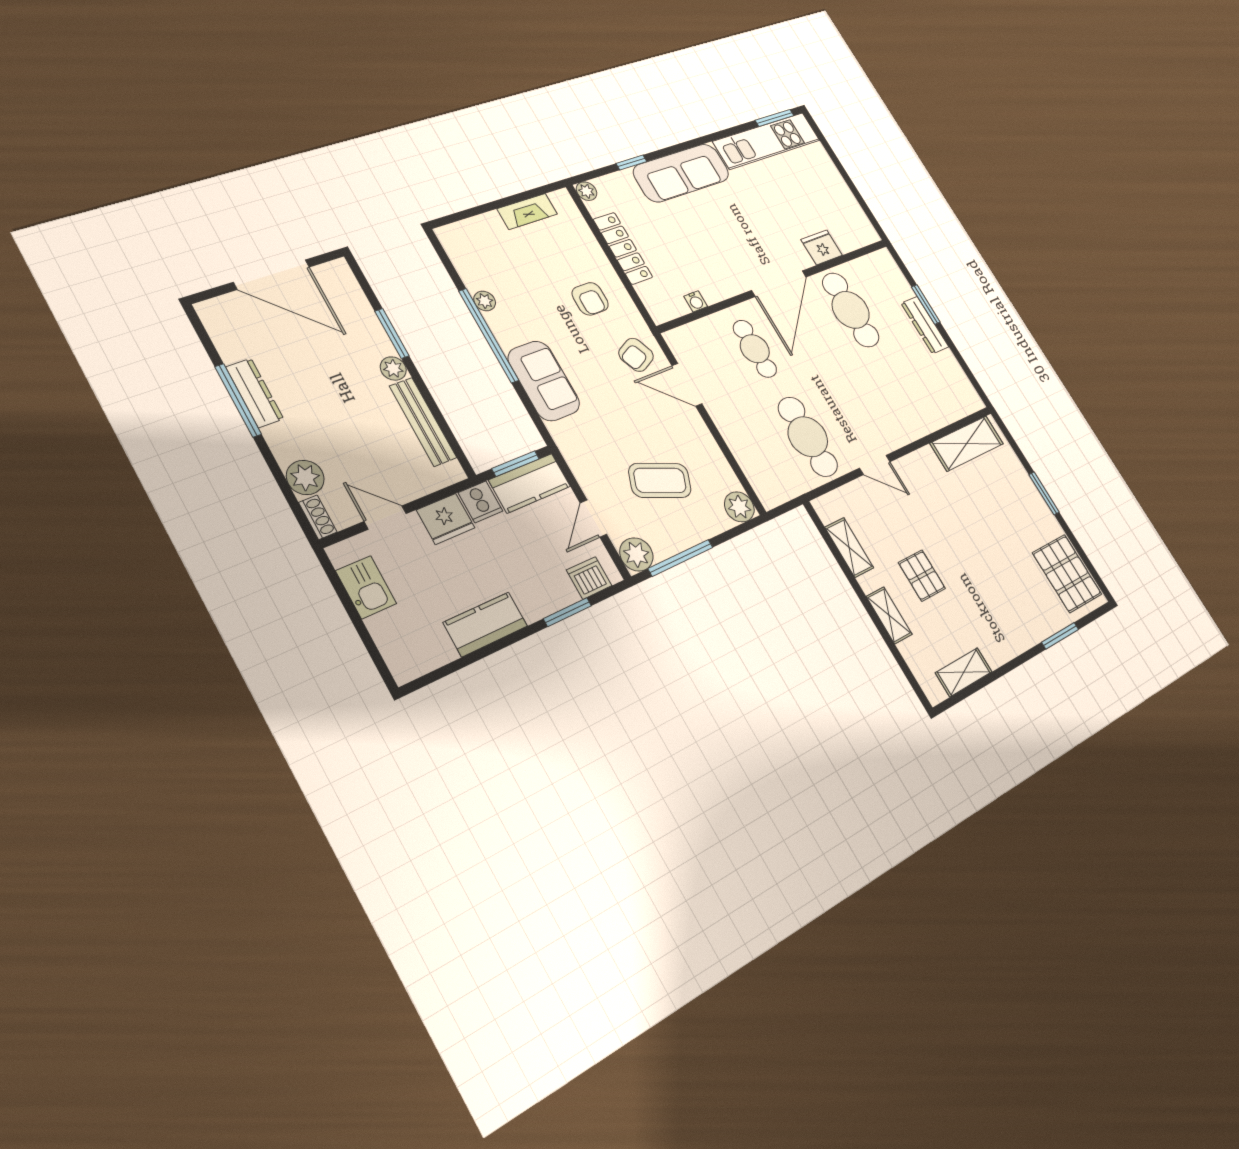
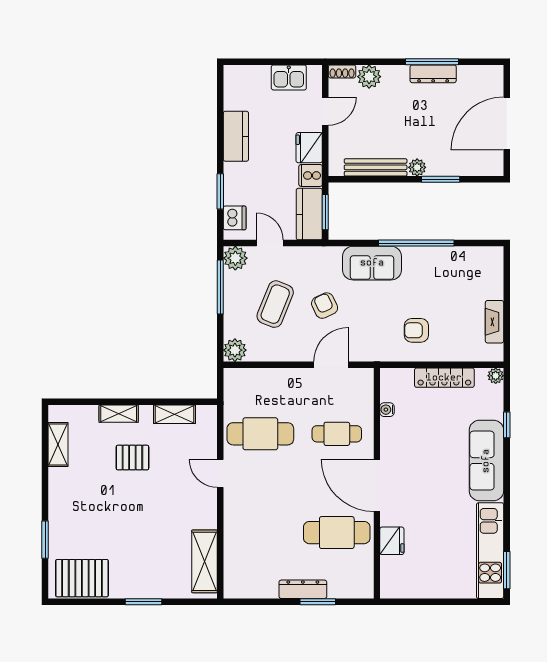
plant: (485, 301) -> (441, 254), removed
armchair: (636, 355) -> (325, 306), moved
door: (875, 465) -> (220, 474), hinge flipped

